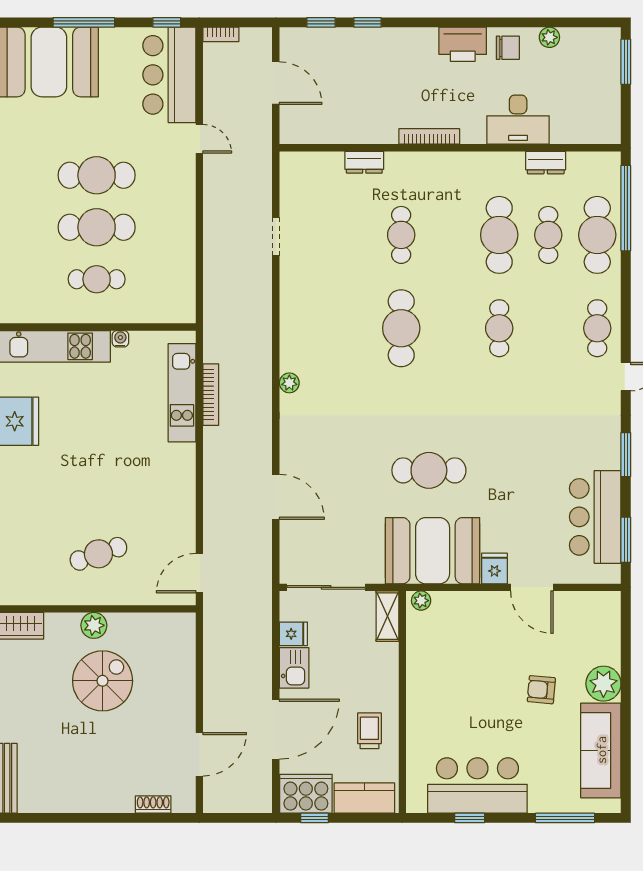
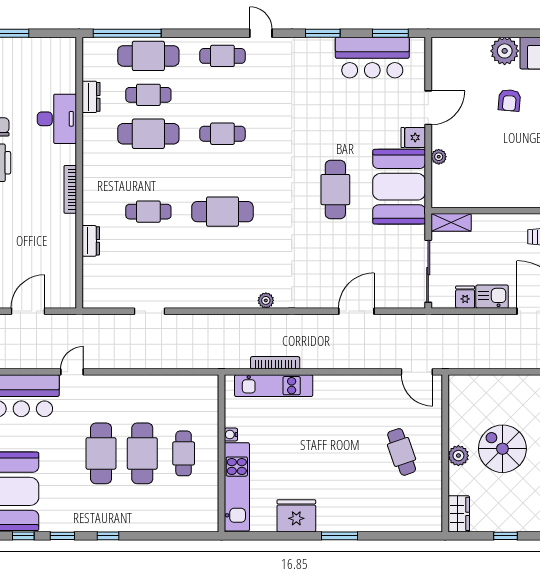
plant: (421, 601) -> (439, 157), moved

